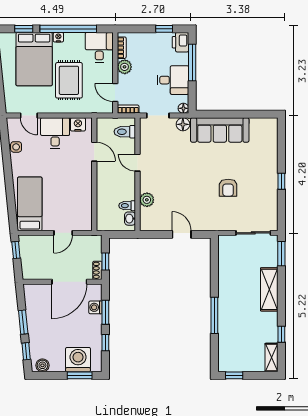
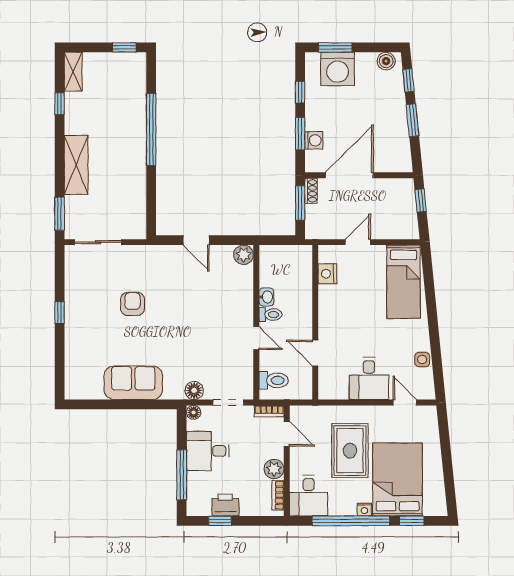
printer: (180, 42) -> (225, 505), moved, turned -90
nightstand: (78, 124) -> (327, 274), moved, turned 90
sofa: (220, 130) -> (133, 383), width x0.73
plant: (147, 200) -> (244, 255), moved
toilet: (127, 206) -> (270, 315), moved
washbasin: (130, 219) -> (266, 297), moved
window: (16, 250) -> (421, 200), moved
window: (105, 261) -> (300, 203), width x1.50
window: (214, 315) -> (151, 129), width x1.46

